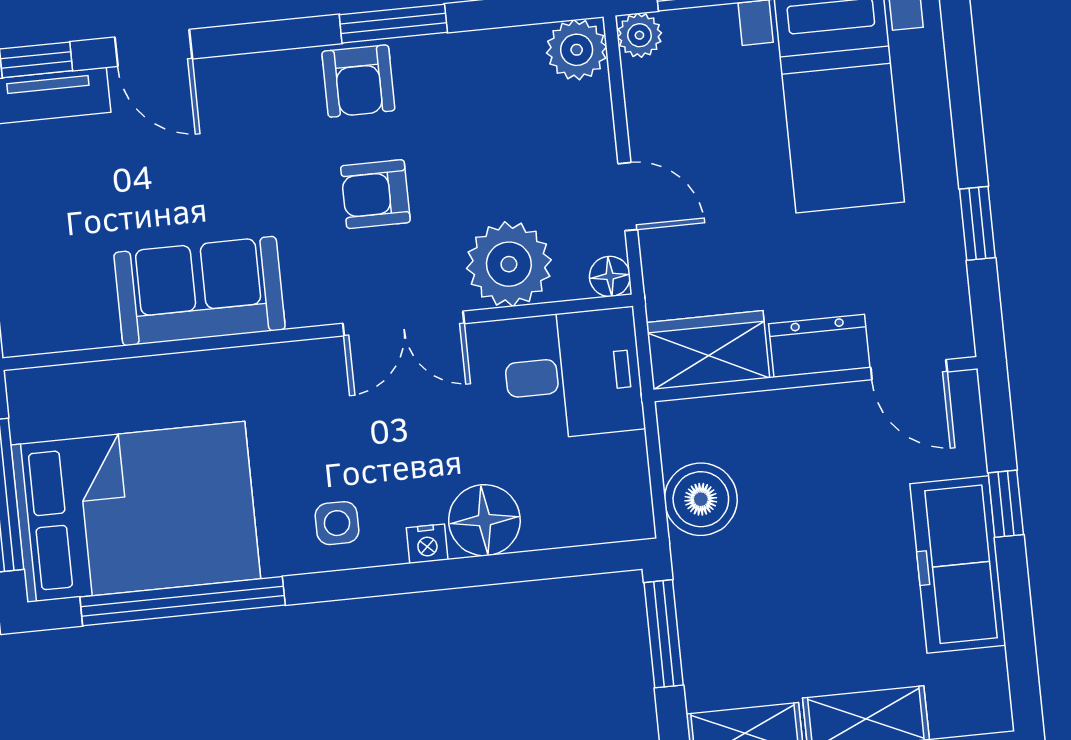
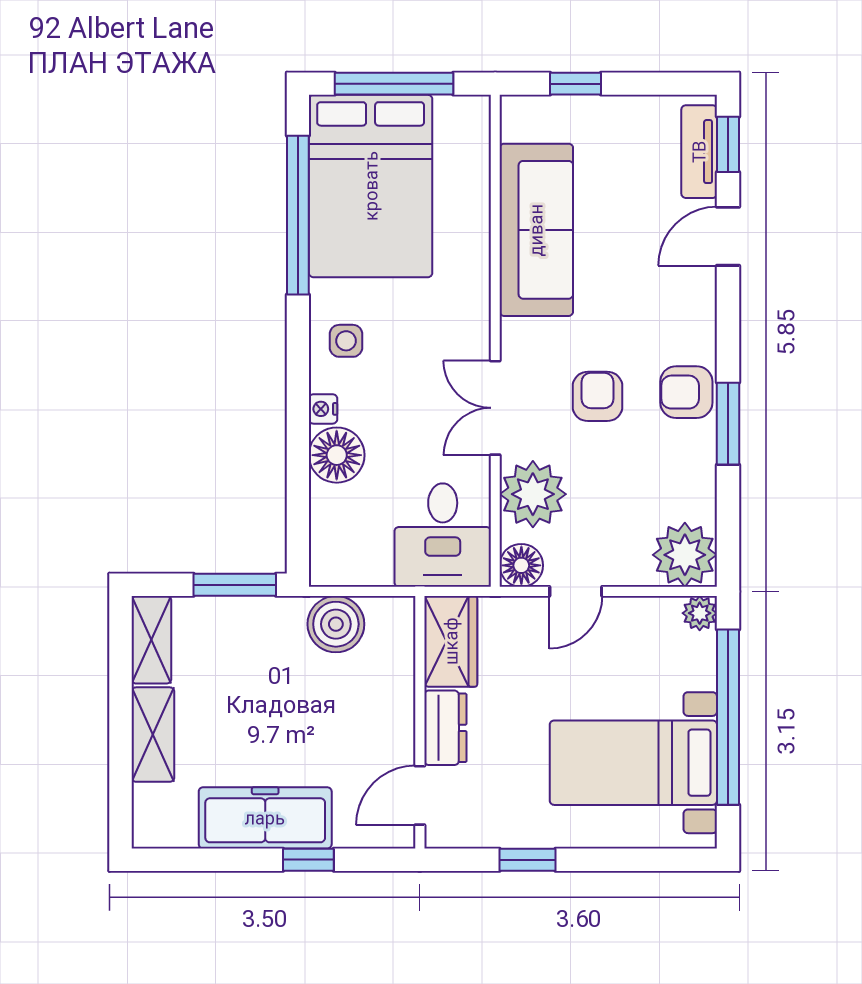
plant: (577, 50) -> (685, 555), width x1.36, depth x1.36
floor lamp: (610, 276) -> (521, 565), width x1.37, depth x1.37
sofa: (199, 291) -> (536, 230), width x1.36

